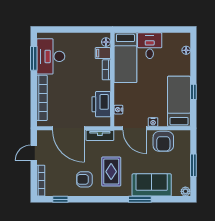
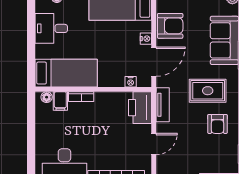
desk: (150, 46) -> (51, 28), moved
printer: (101, 104) -> (140, 108), moved, turned 90
door: (68, 128) -> (154, 144), width x0.53

